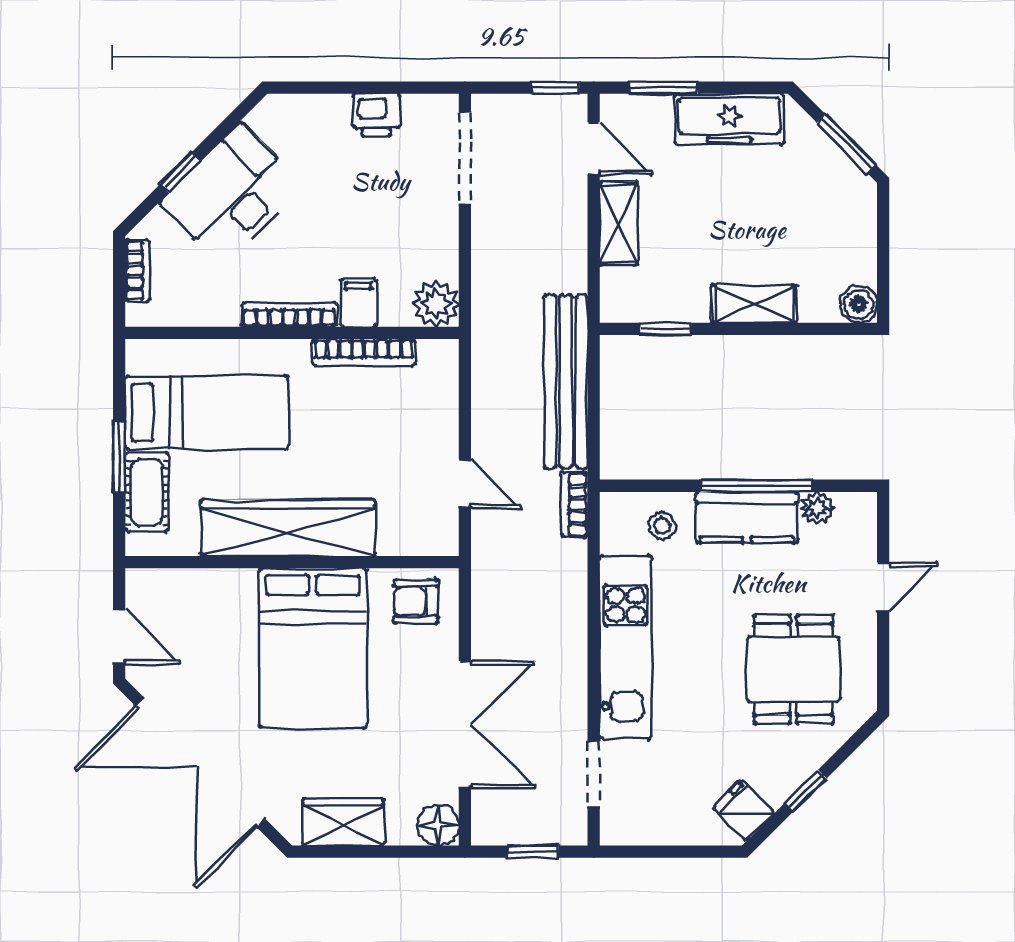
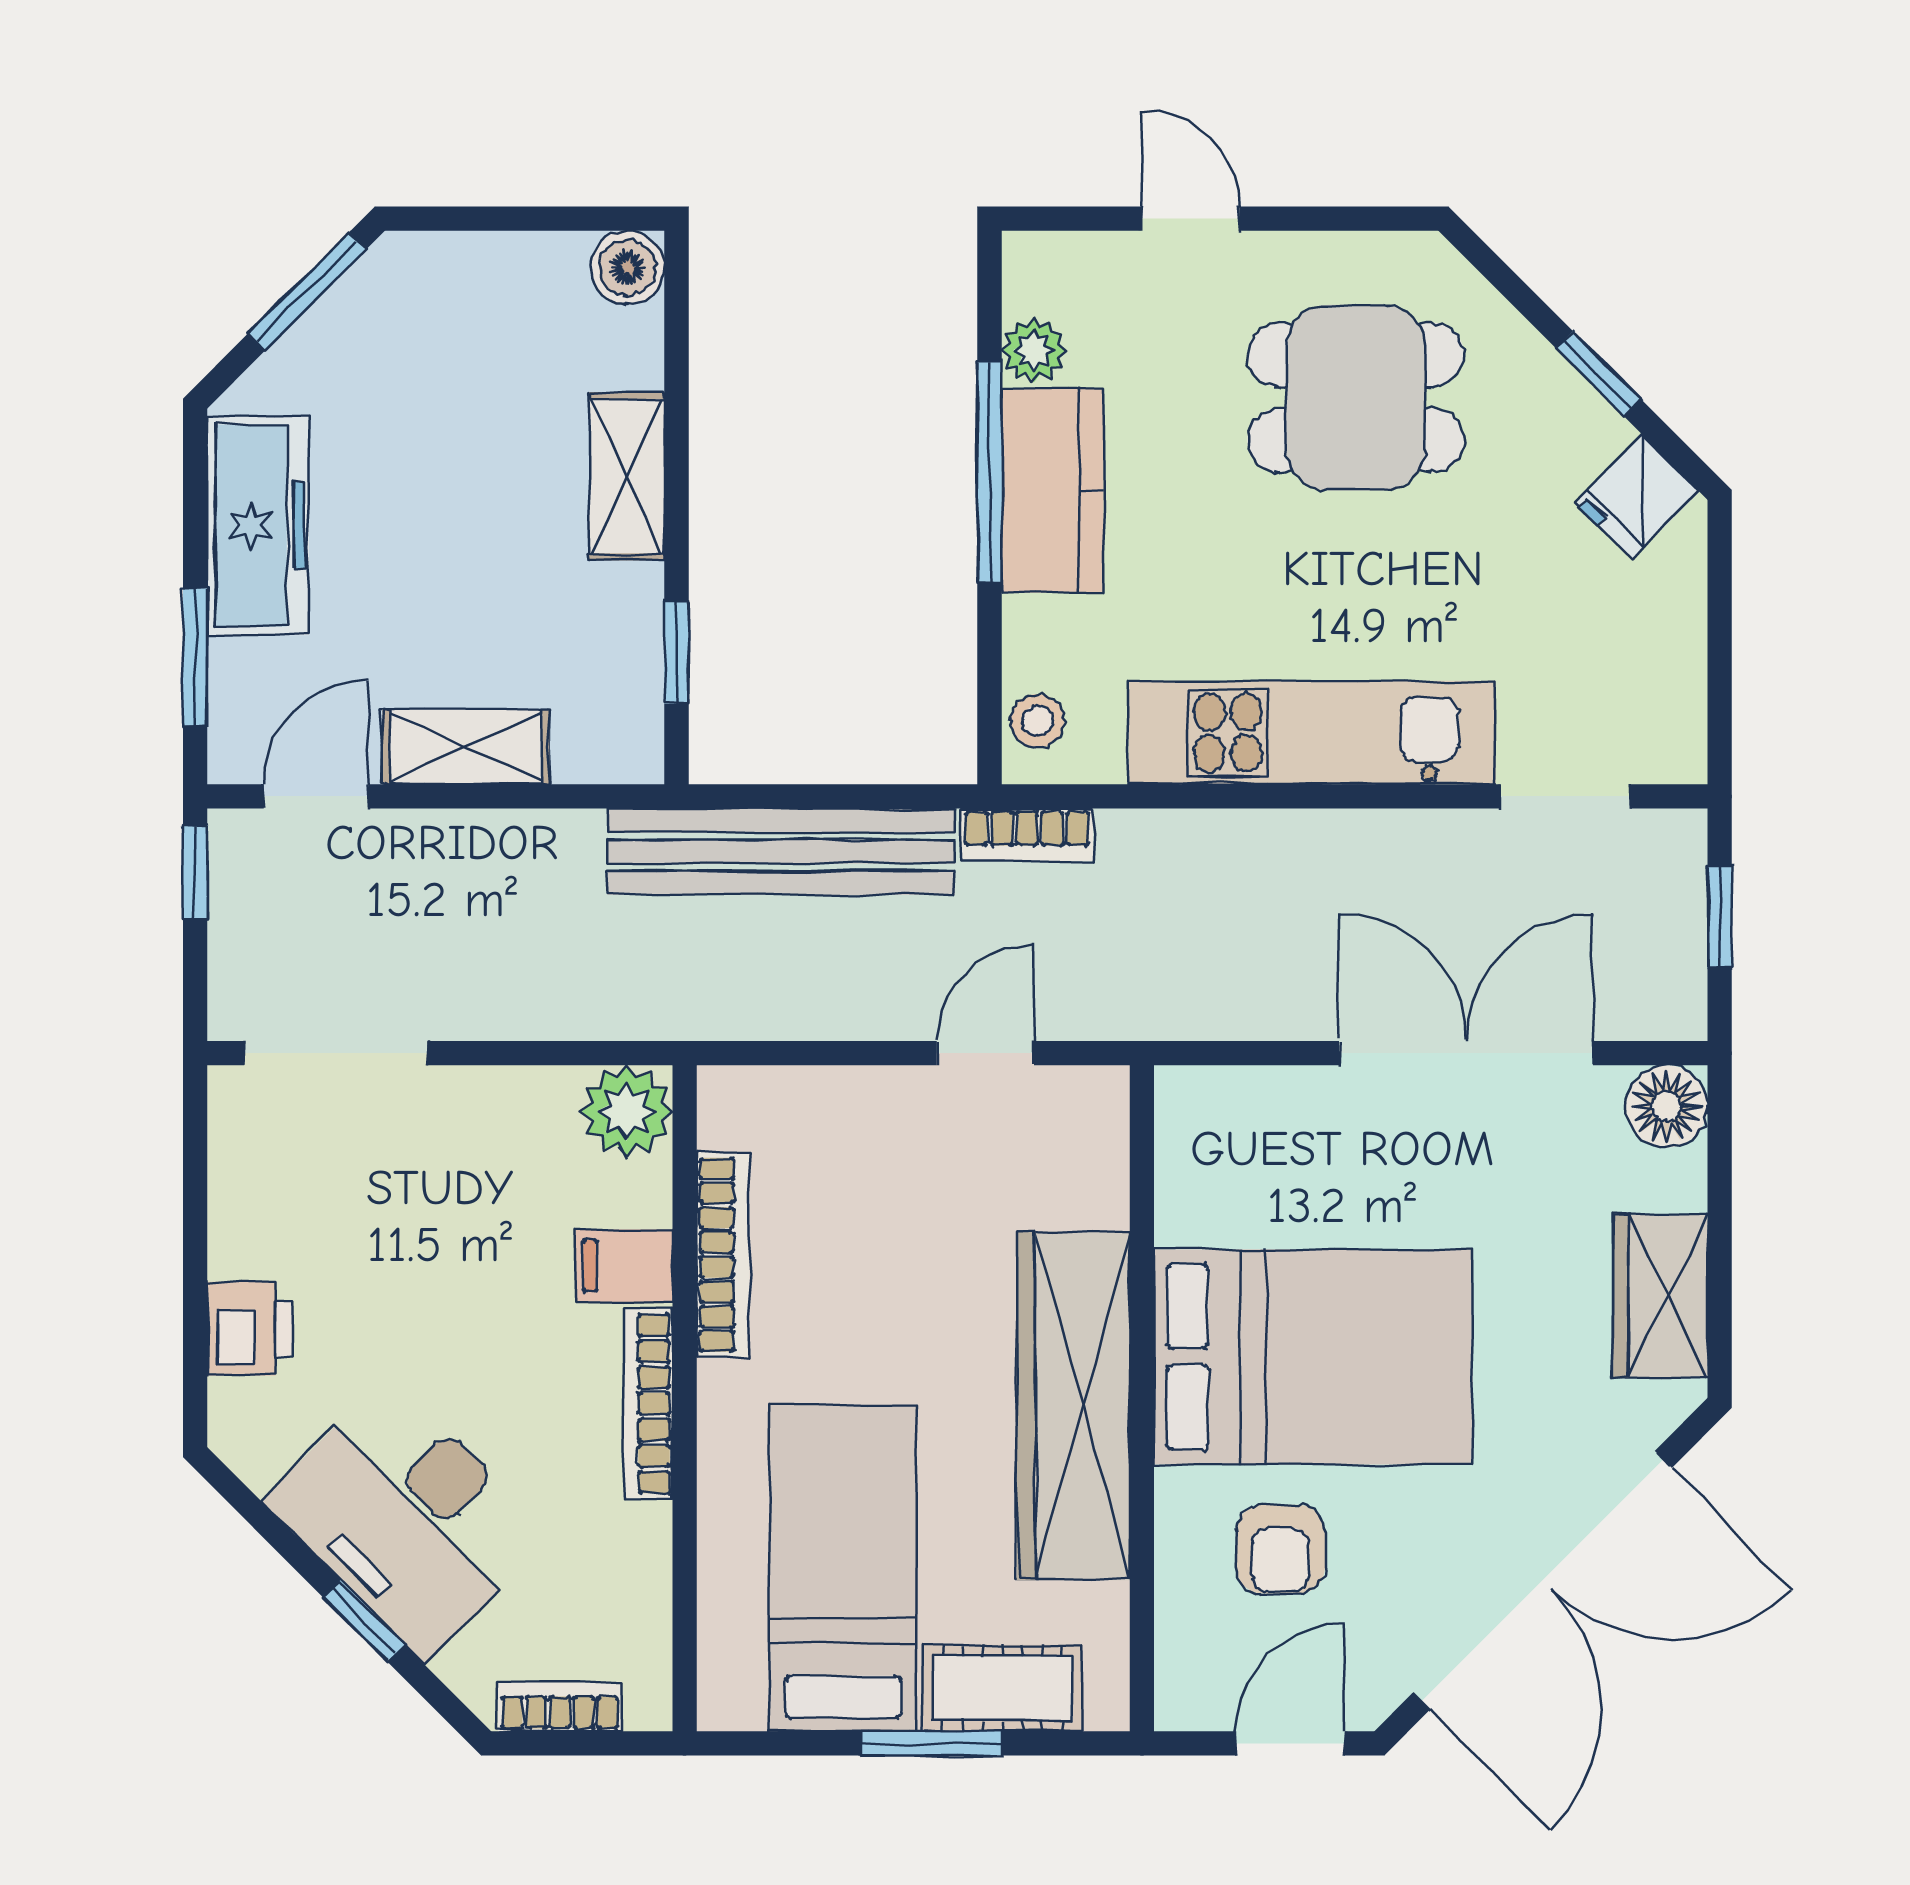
printer: (376, 115) -> (250, 1329), moved
stool: (662, 526) -> (1037, 721), moved
armchair: (416, 601) -> (1281, 1549), moved

